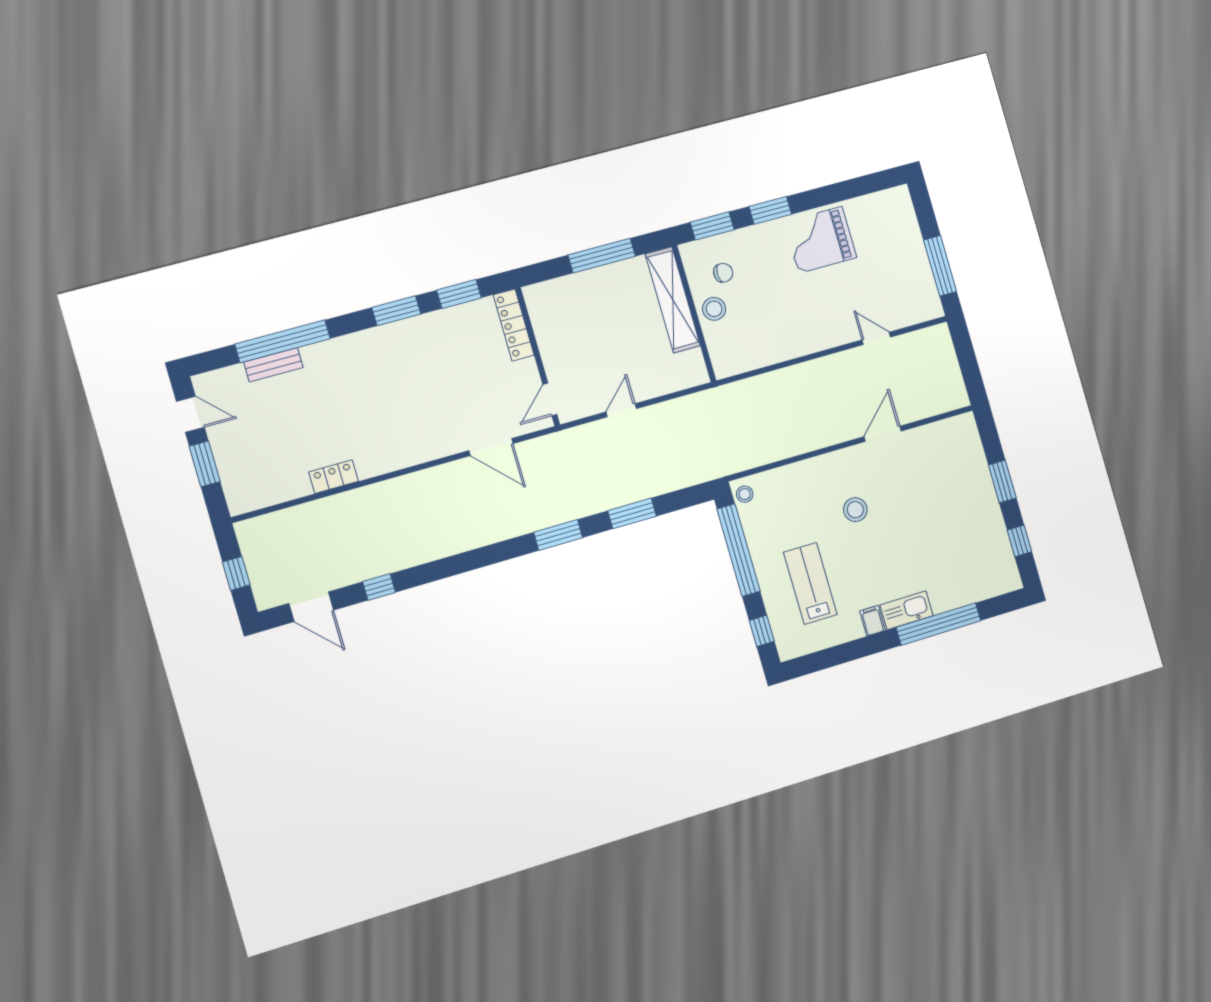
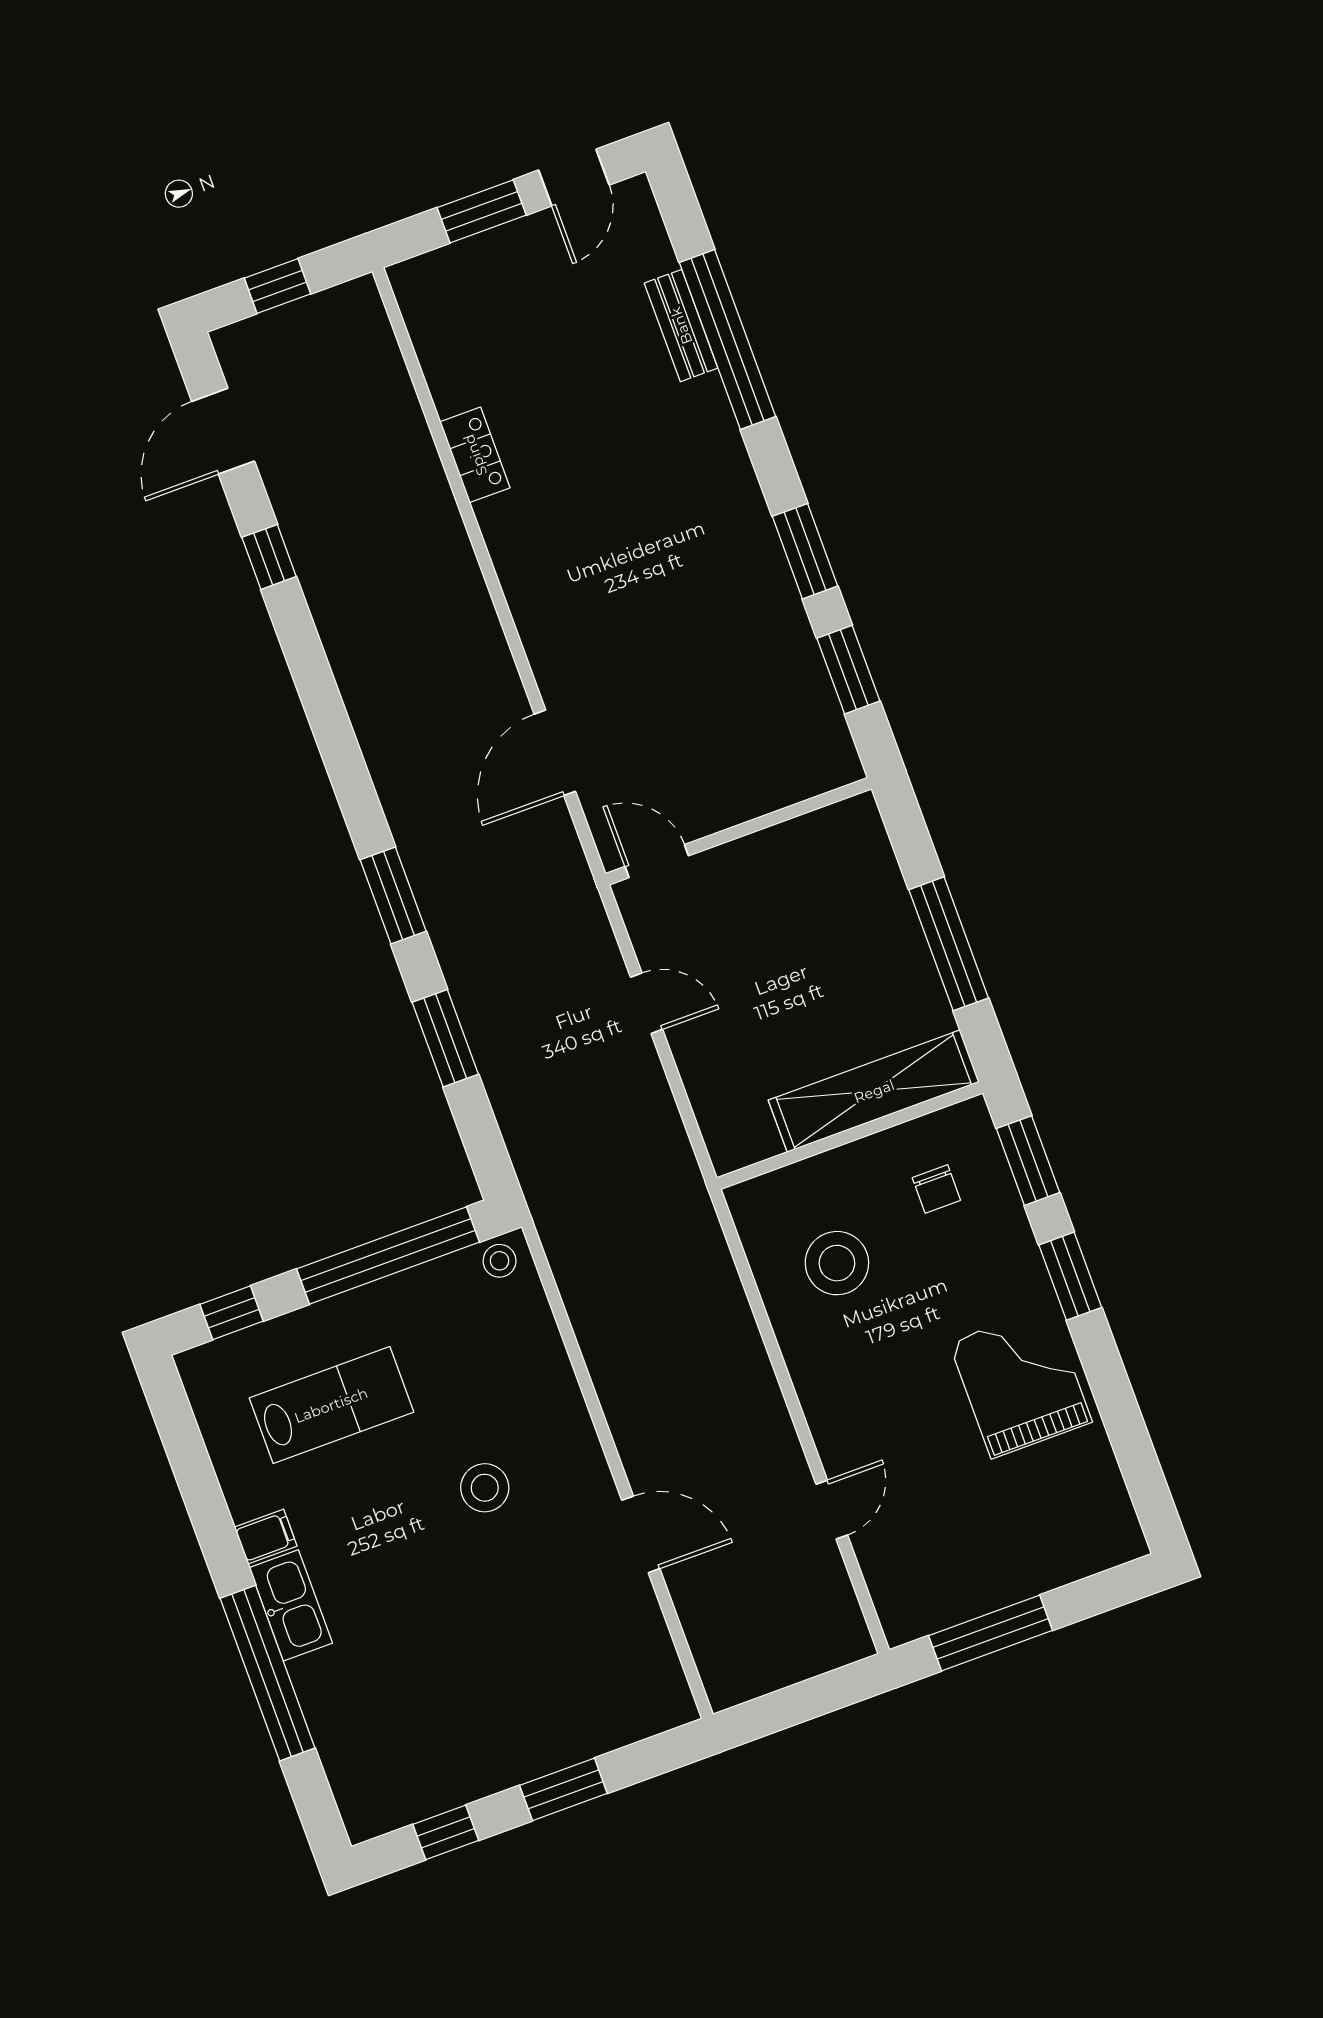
stool: (714, 309) -> (837, 1263), moved, width x1.38, depth x1.38
locker: (514, 325) -> (797, 780), removed

